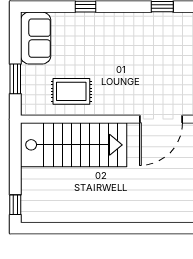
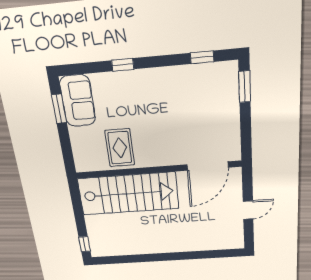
window: (15, 79) -> (59, 109), moved
rug: (71, 91) -> (120, 148), turned 90

